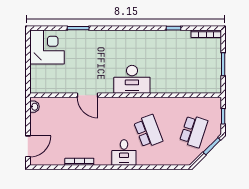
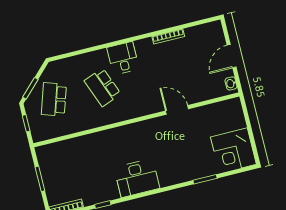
desk: (132, 79) -> (137, 178), moved, turned 180
door: (28, 146) -> (232, 56), moved

